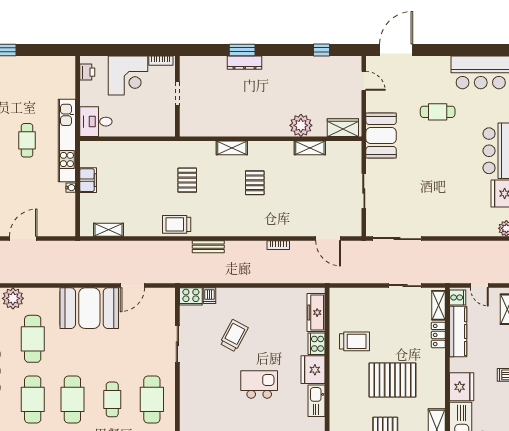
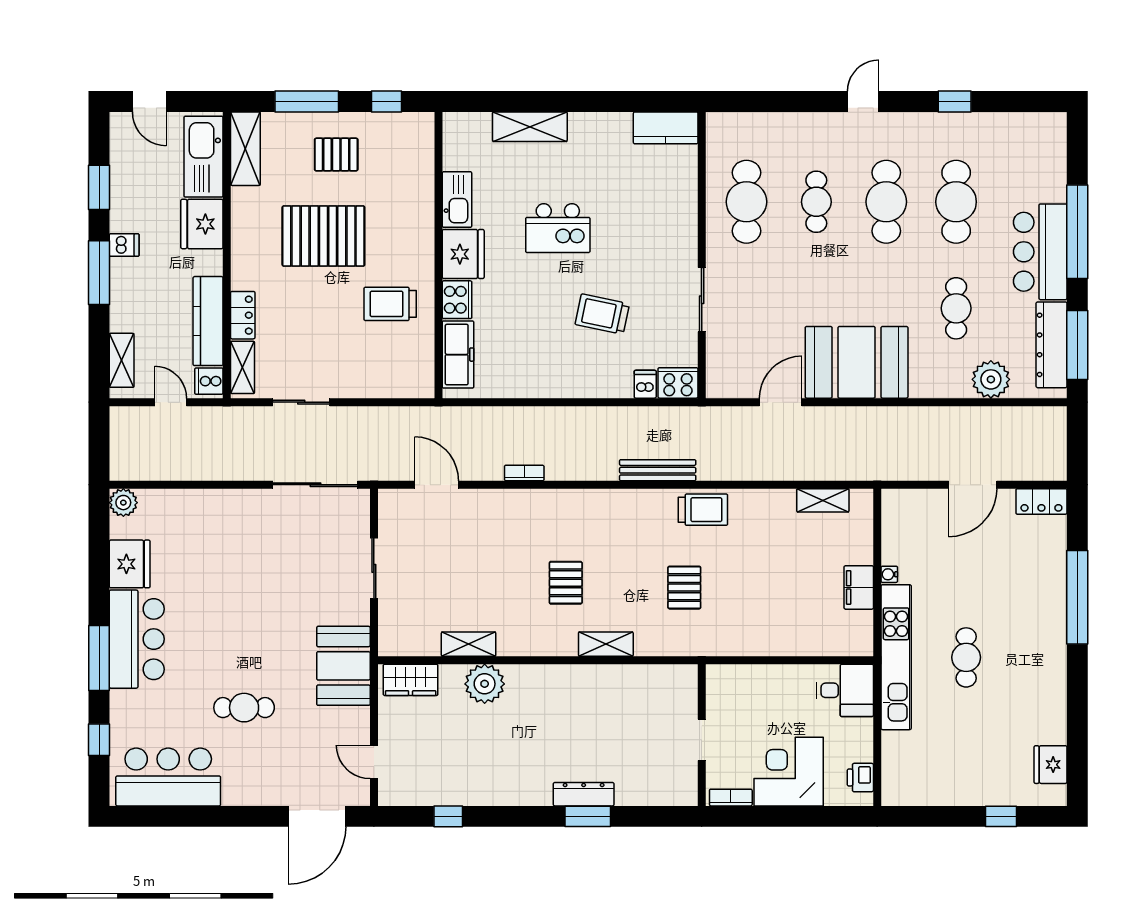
bench: (208, 247) -> (658, 470), width x1.36
trolley: (234, 336) -> (602, 314), turned 74
cafe table: (33, 339) -> (956, 308), width x0.73, depth x0.74

